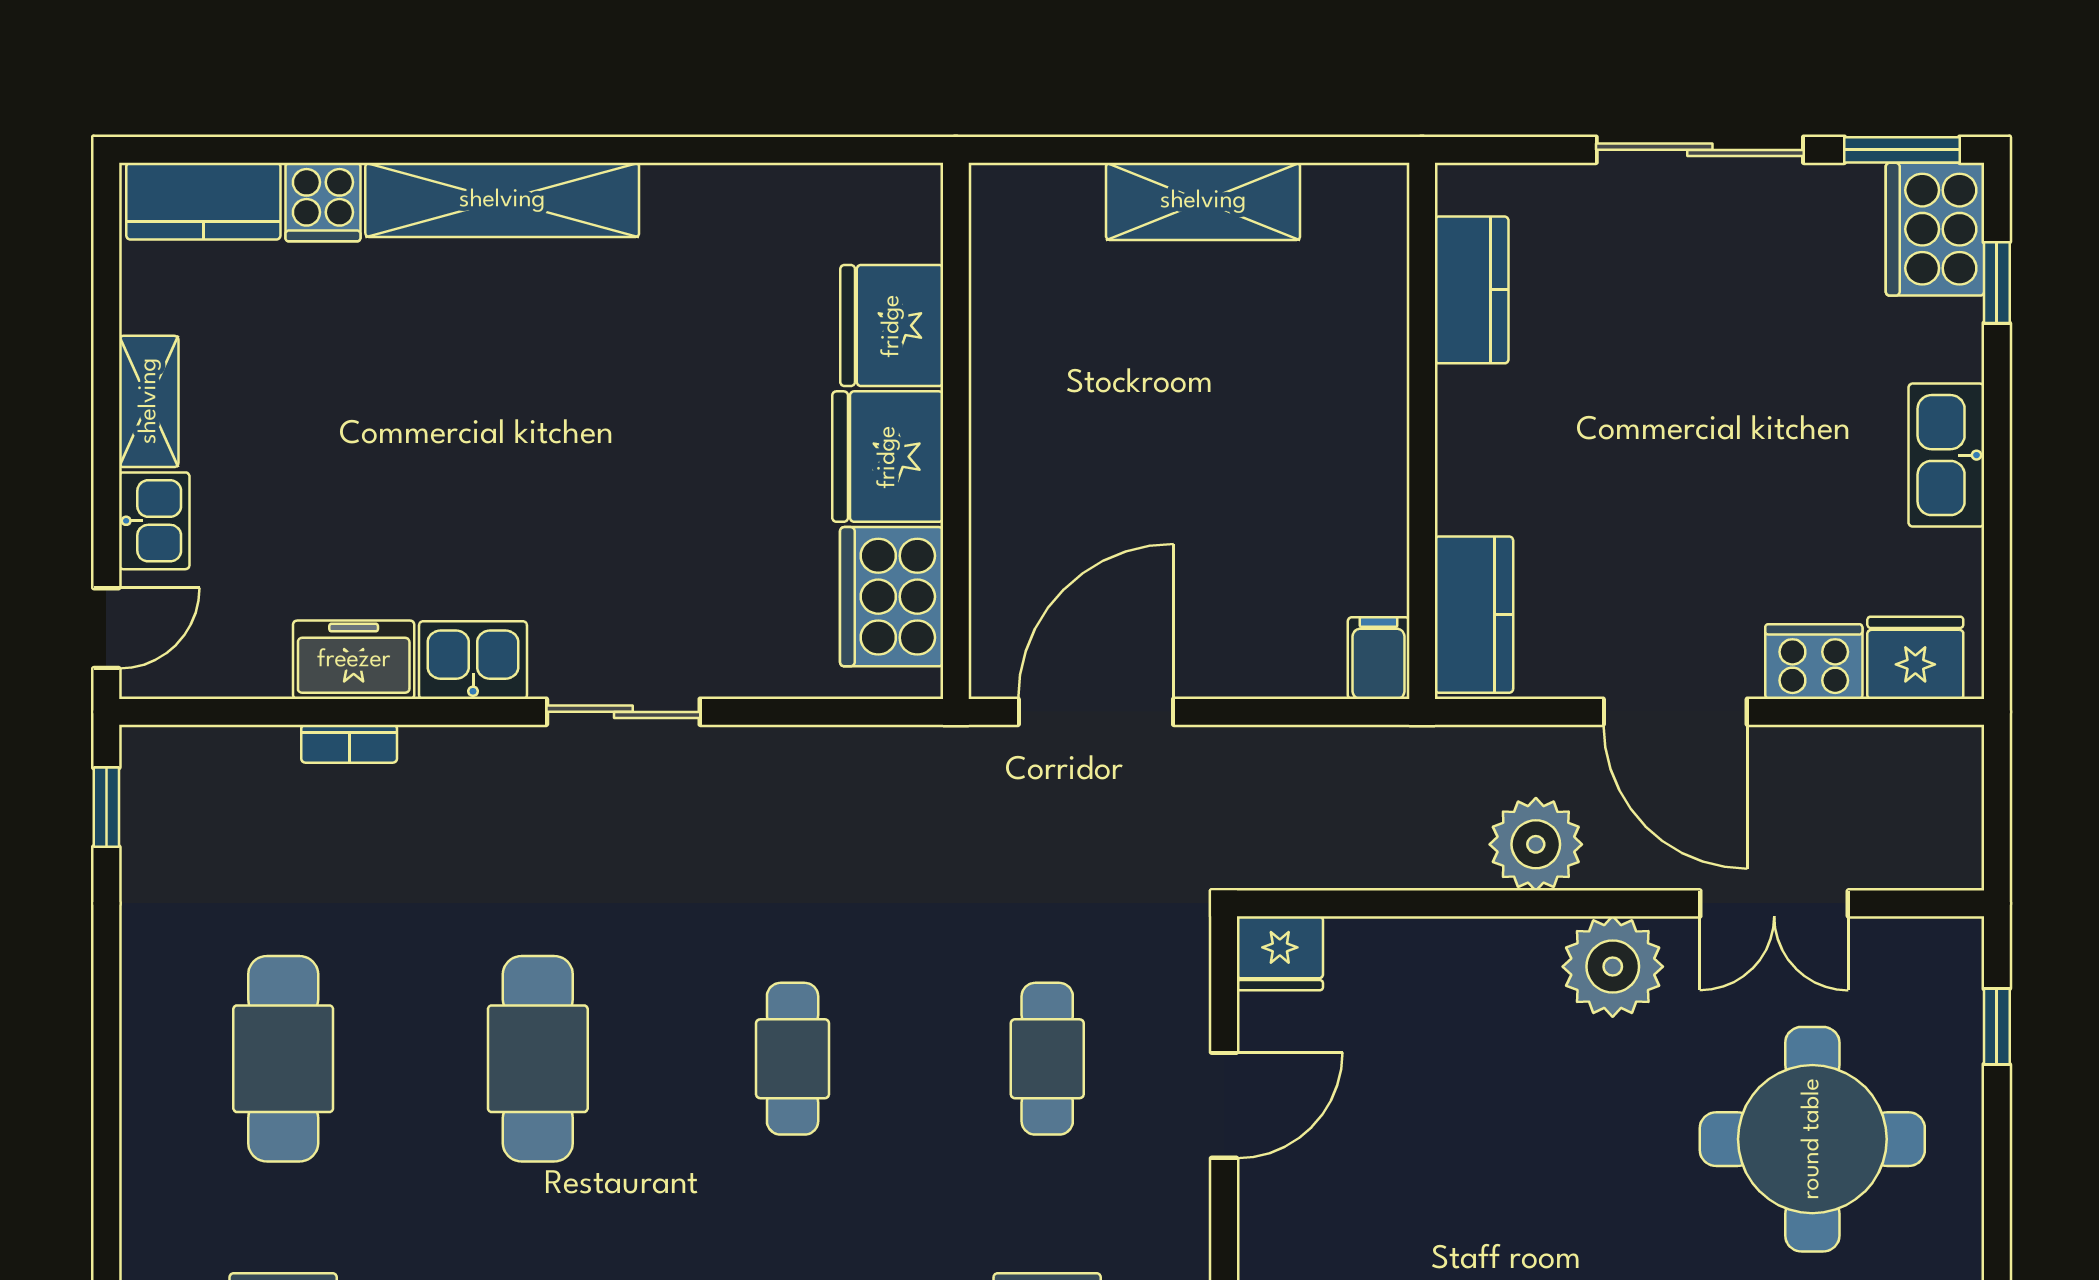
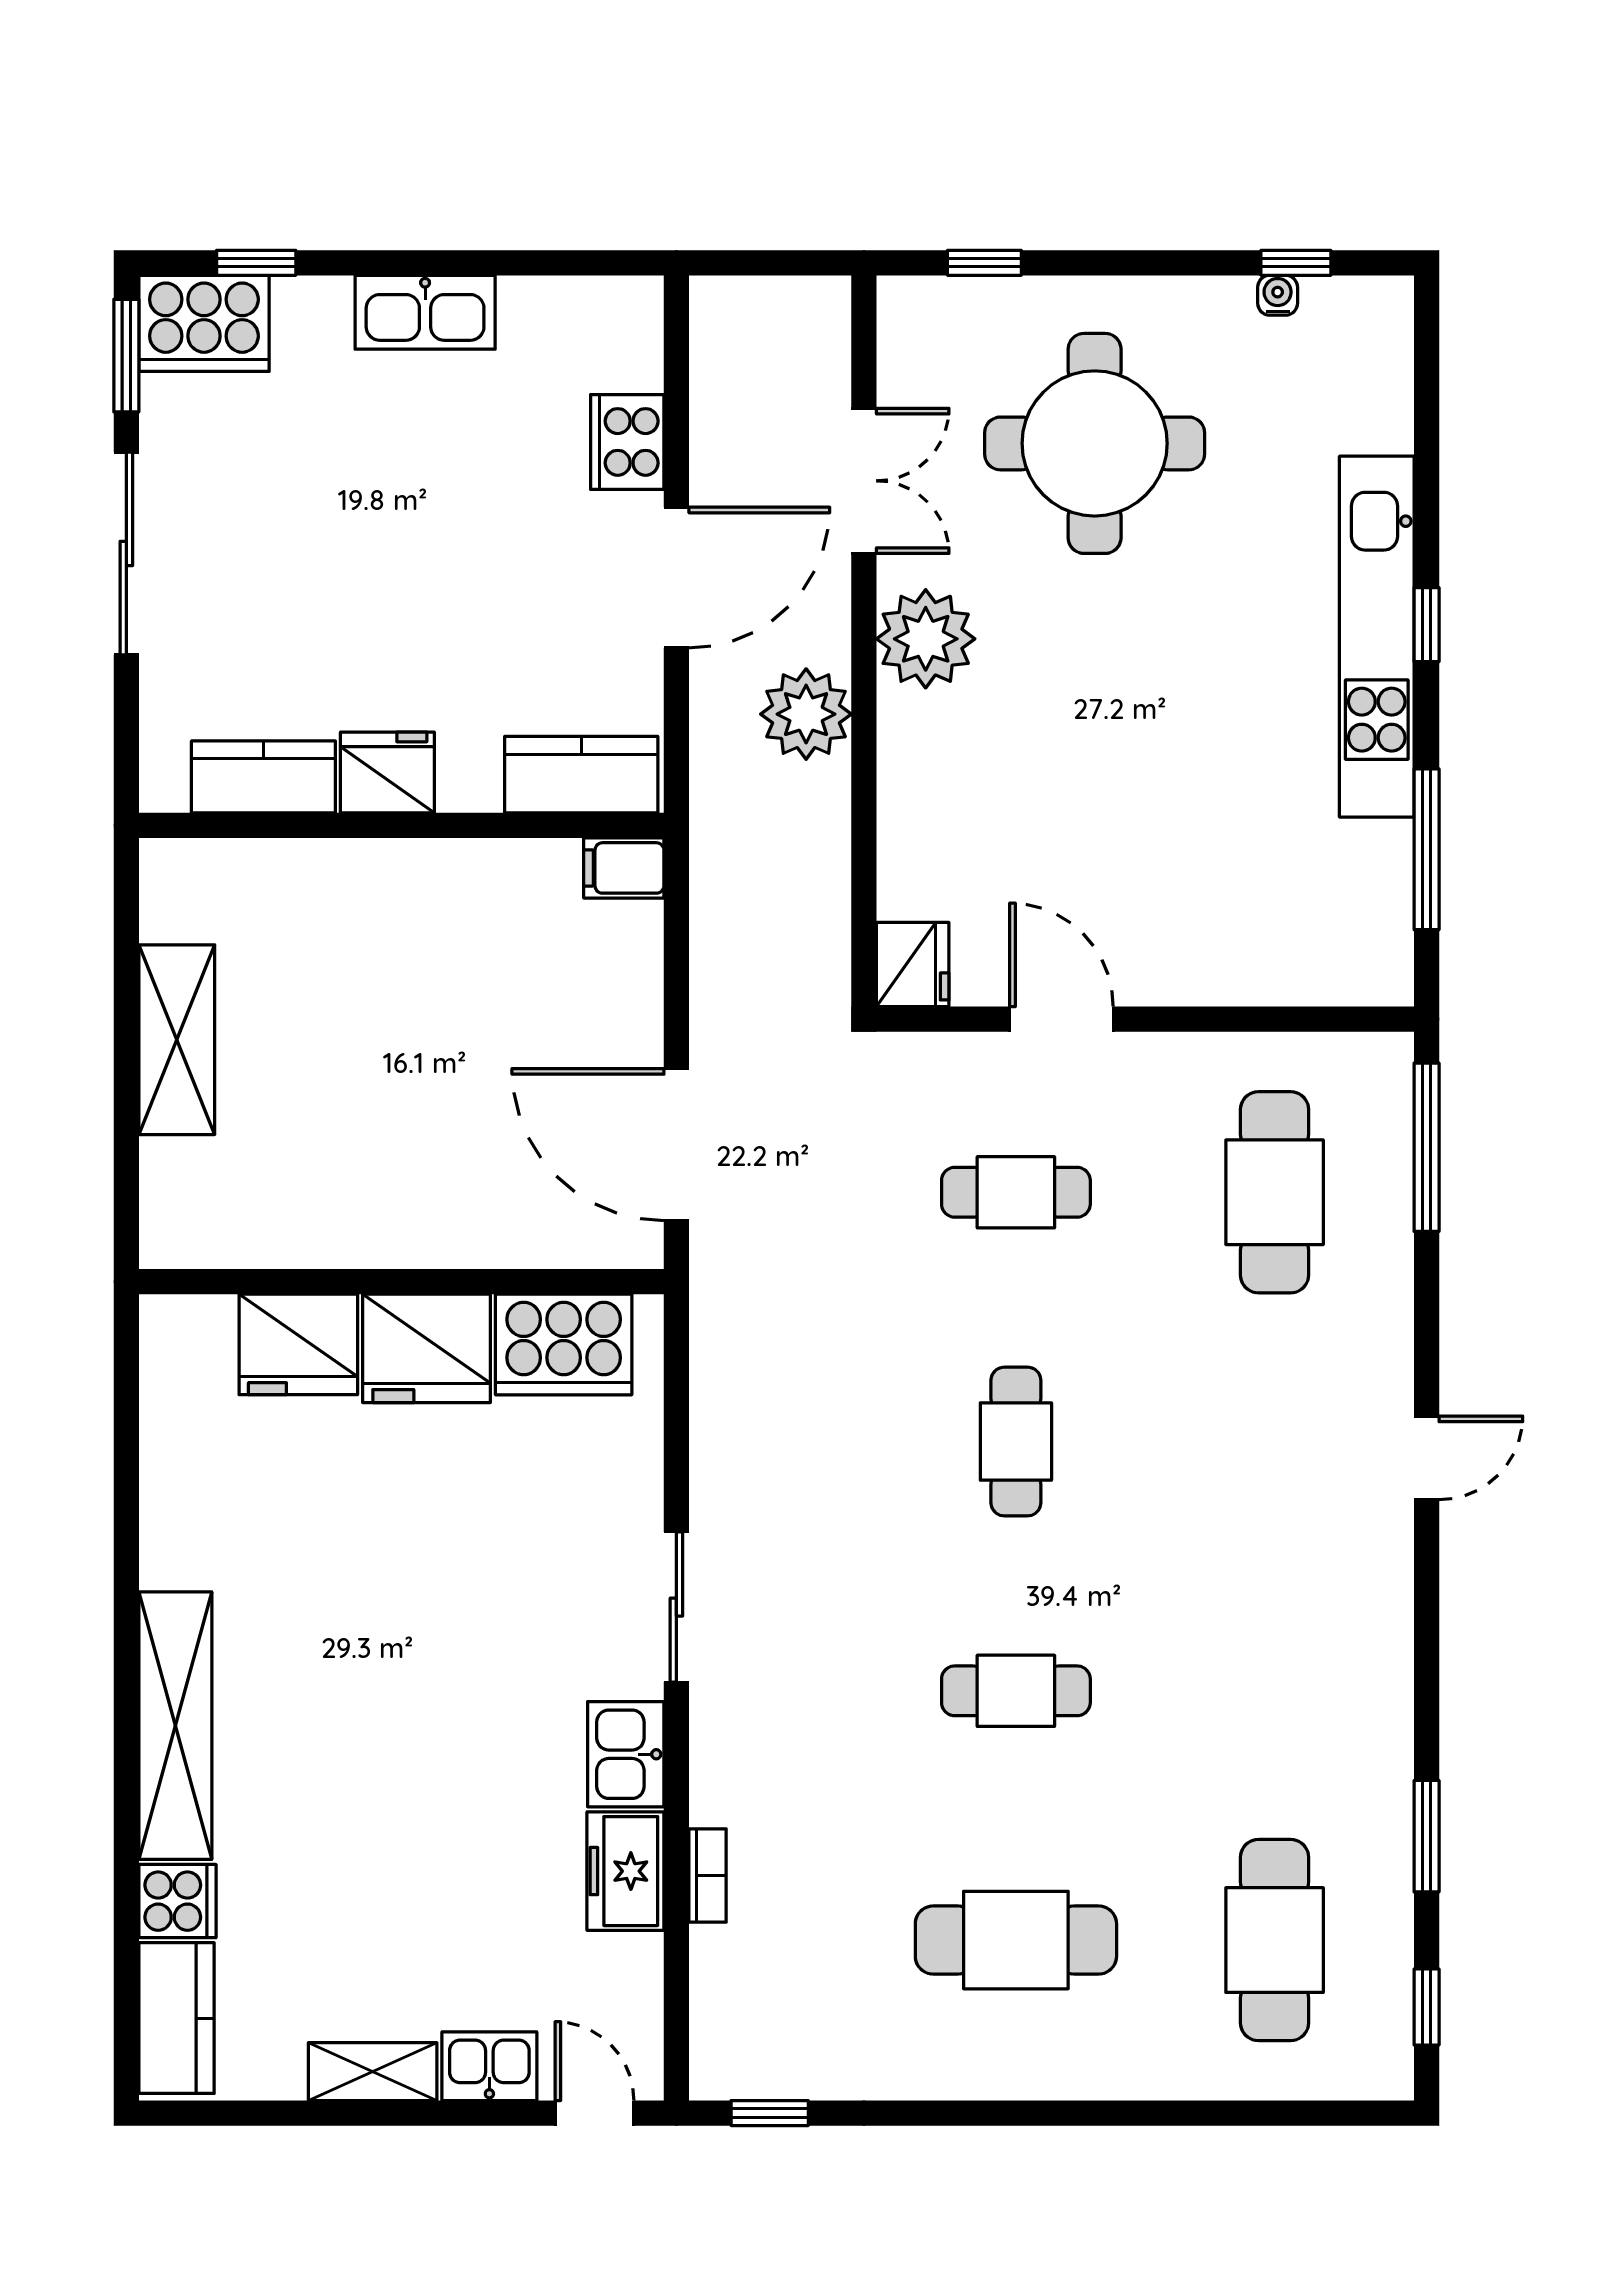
fridge: (1915, 658) -> (387, 773), moved, turned 90
cafe table: (538, 1059) -> (1016, 1691), width x0.73, depth x0.74
cafe table: (793, 1059) -> (1016, 1442), turned 90

